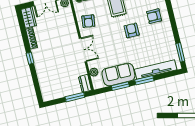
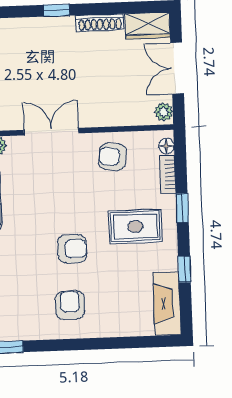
armchair: (154, 16) -> (70, 305), moved
double door: (83, 50) -> (51, 132), swing flipped

